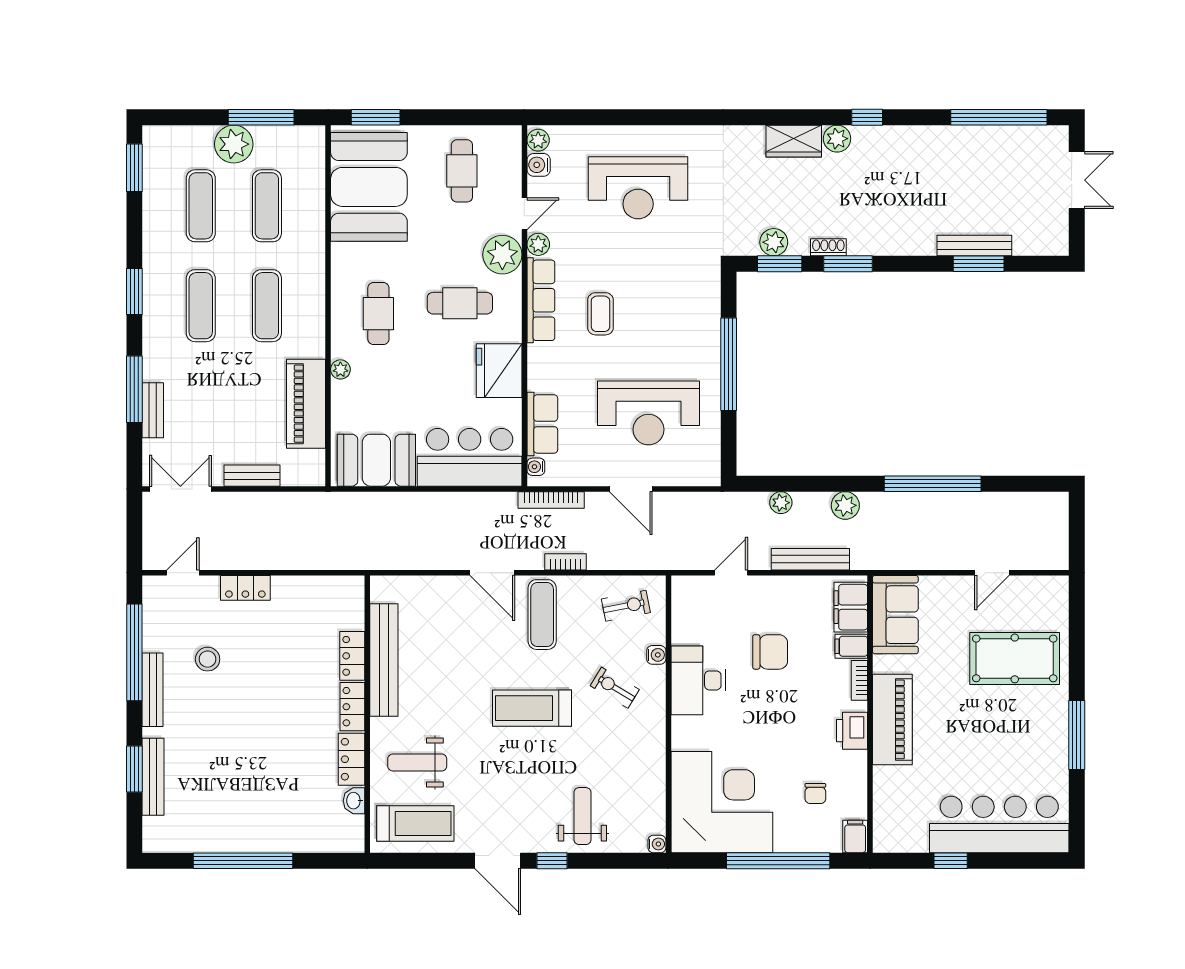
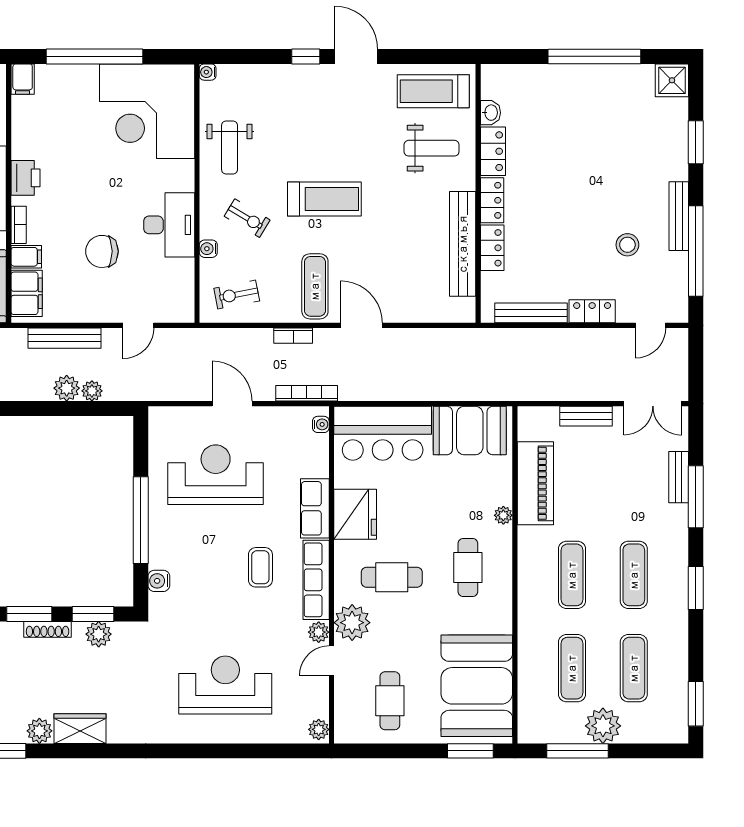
water cooler: (539, 165) -> (159, 581), moved, turned 180
shoe rack: (828, 247) -> (48, 629), width x1.43
row of seats: (542, 424) -> (315, 508), moved
plant: (845, 505) -> (67, 388), moved
bench: (153, 777) -> (531, 313), moved, turned 90
chair: (815, 793) -> (60, 119), removed
weight bench: (582, 816) -> (230, 147), moved
shower: (160, 835) -> (672, 80), added

